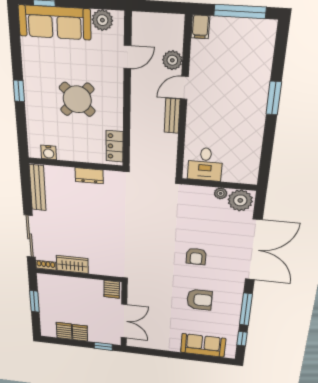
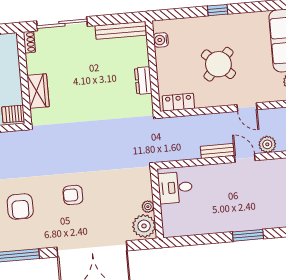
door: (127, 57) -> (247, 107), moved
wardrobe: (72, 264) -> (38, 91), moved

